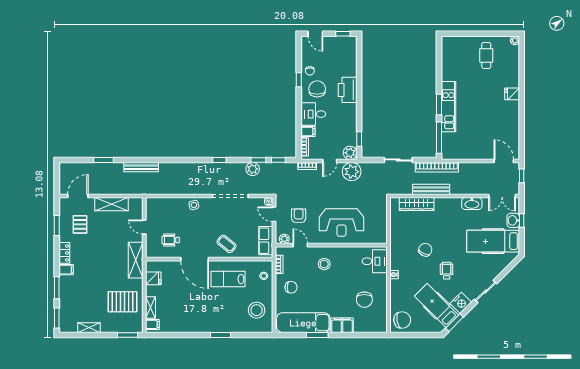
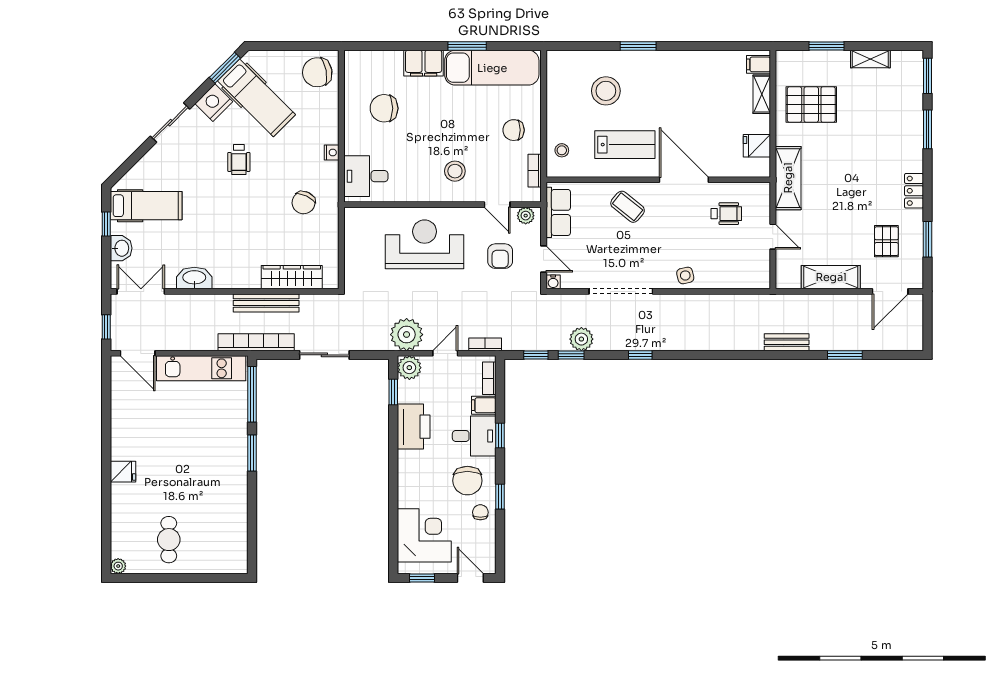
corner desk: (342, 58) -> (424, 535), added
printer: (348, 90) -> (414, 427), moved
kitchen unit: (449, 107) -> (201, 368), moved, turned -90
window: (299, 114) -> (500, 436), added
bench: (141, 167) -> (787, 342), width x0.73
window: (522, 221) -> (106, 224), moved
hospital bed: (493, 241) -> (146, 206), width x0.73, depth x0.78
chair: (425, 250) -> (304, 203), moved
filing cabinet: (66, 270) -> (911, 161), removed
chair: (364, 300) -> (384, 108), turned -90
stool: (257, 310) -> (606, 91), moved
window: (127, 335) -> (826, 46), moved

